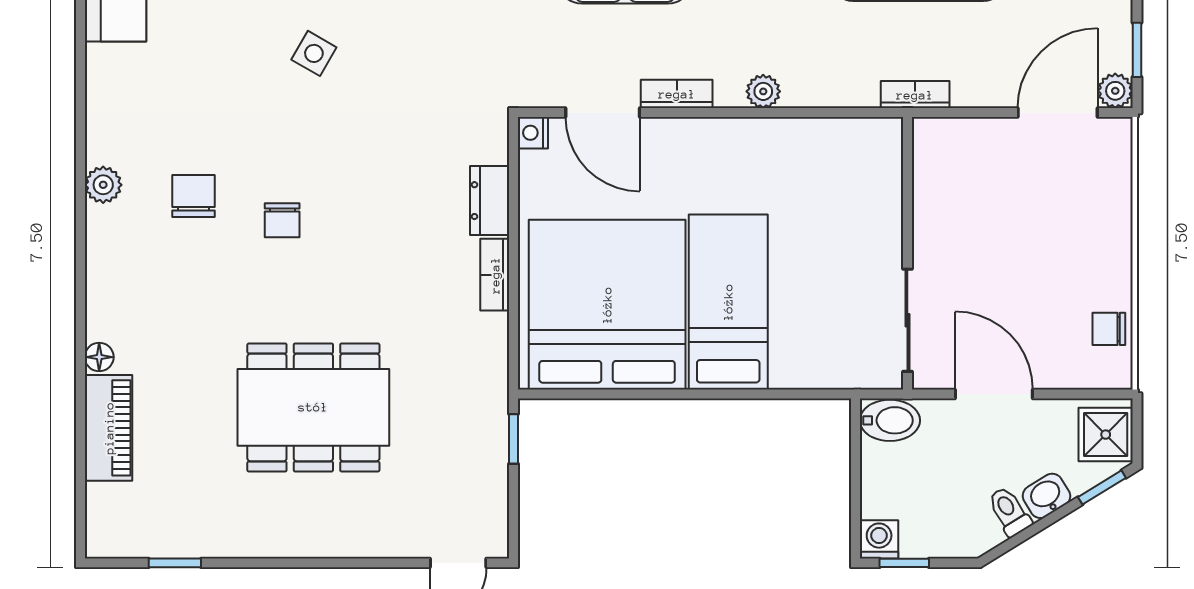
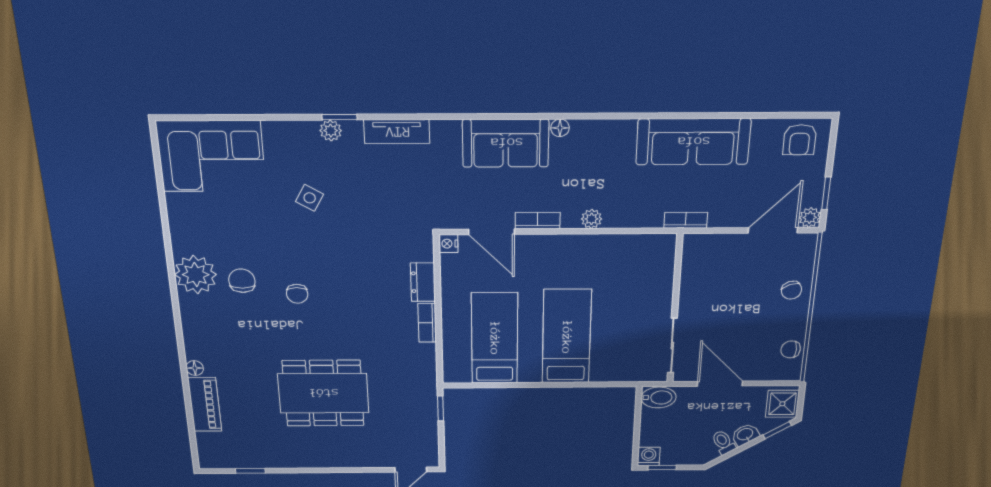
plant: (103, 185) -> (196, 275), width x1.87, depth x1.87
chair: (1099, 219) -> (792, 290), added
bed: (607, 305) -> (495, 338), width x0.49

